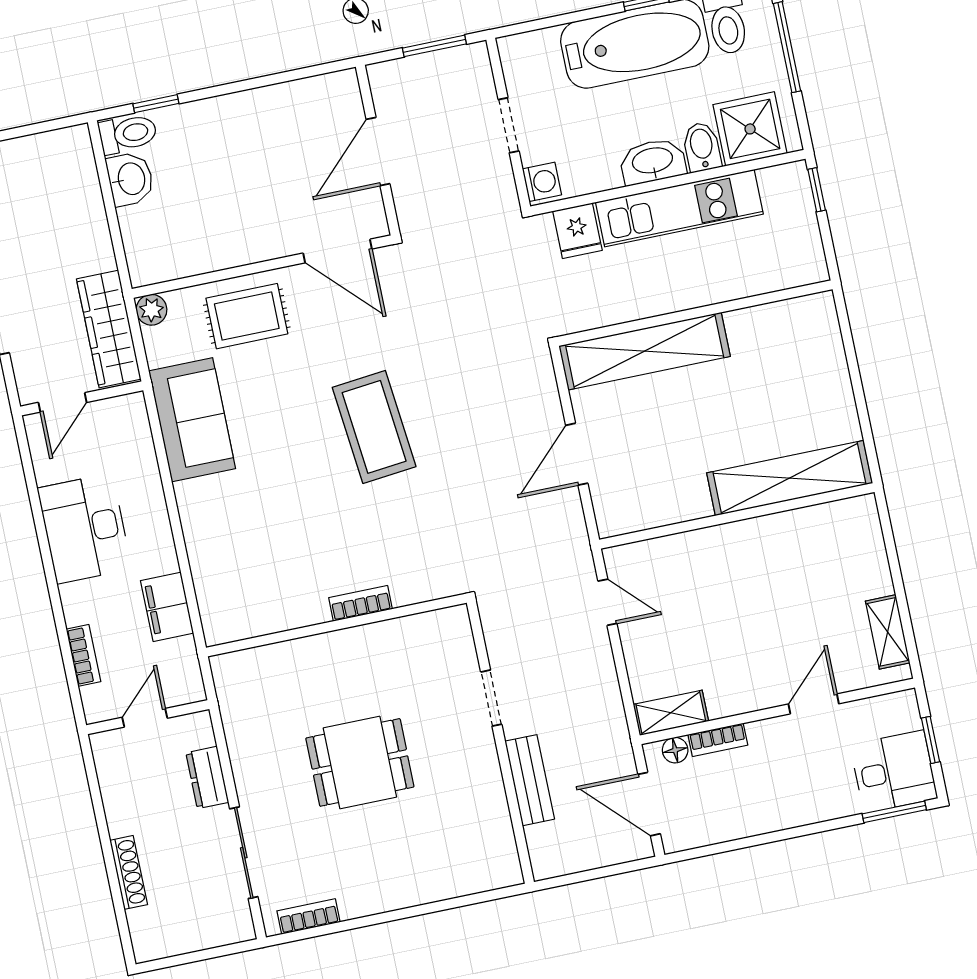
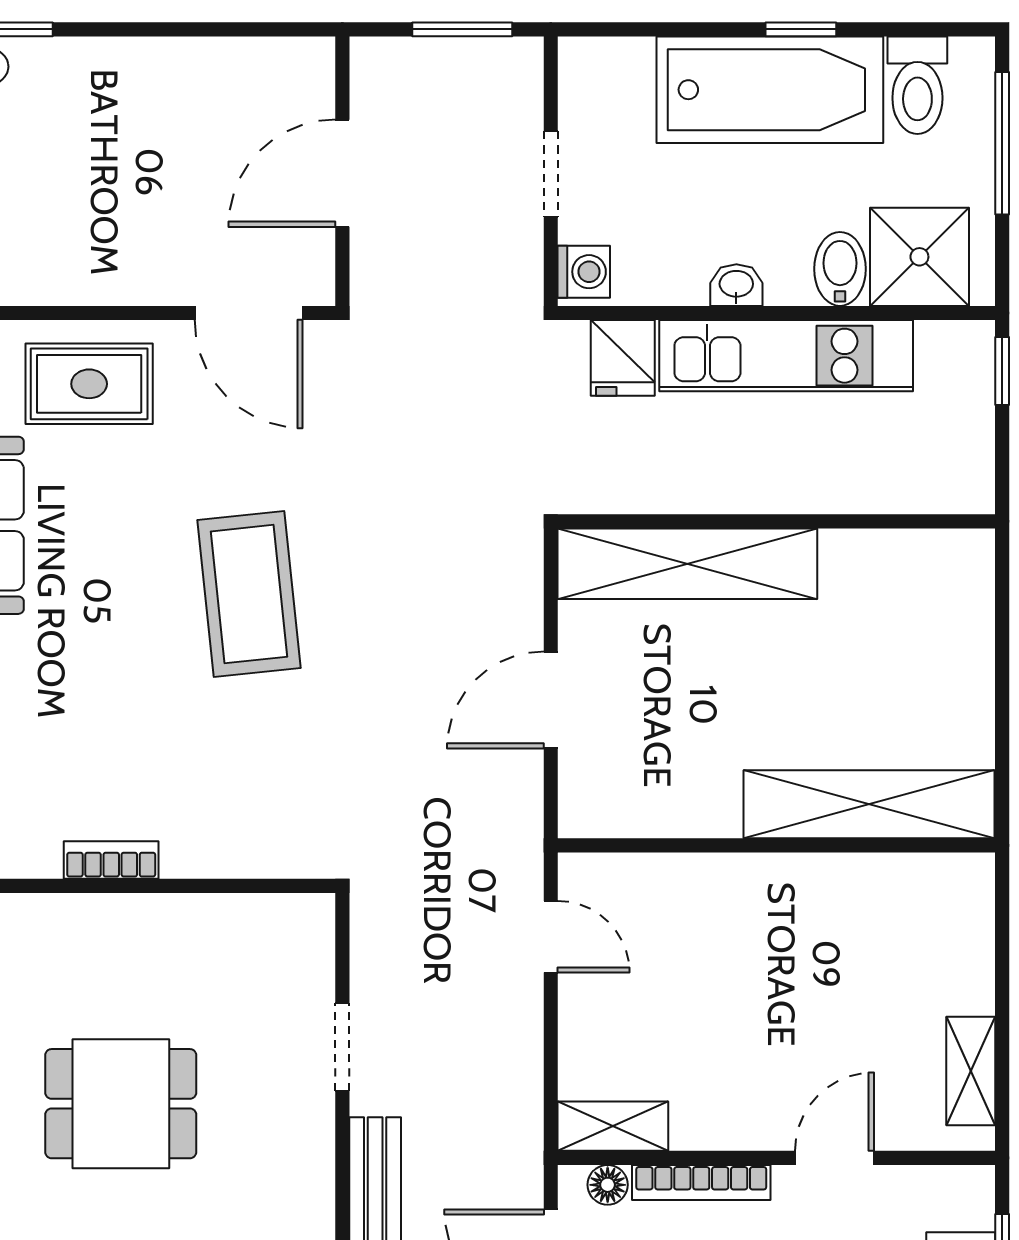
washbasin: (653, 161) -> (736, 285), width x0.52, depth x0.69
bookcase: (361, 603) -> (111, 860), moved
bookcase: (718, 740) -> (701, 1183), width x1.56

